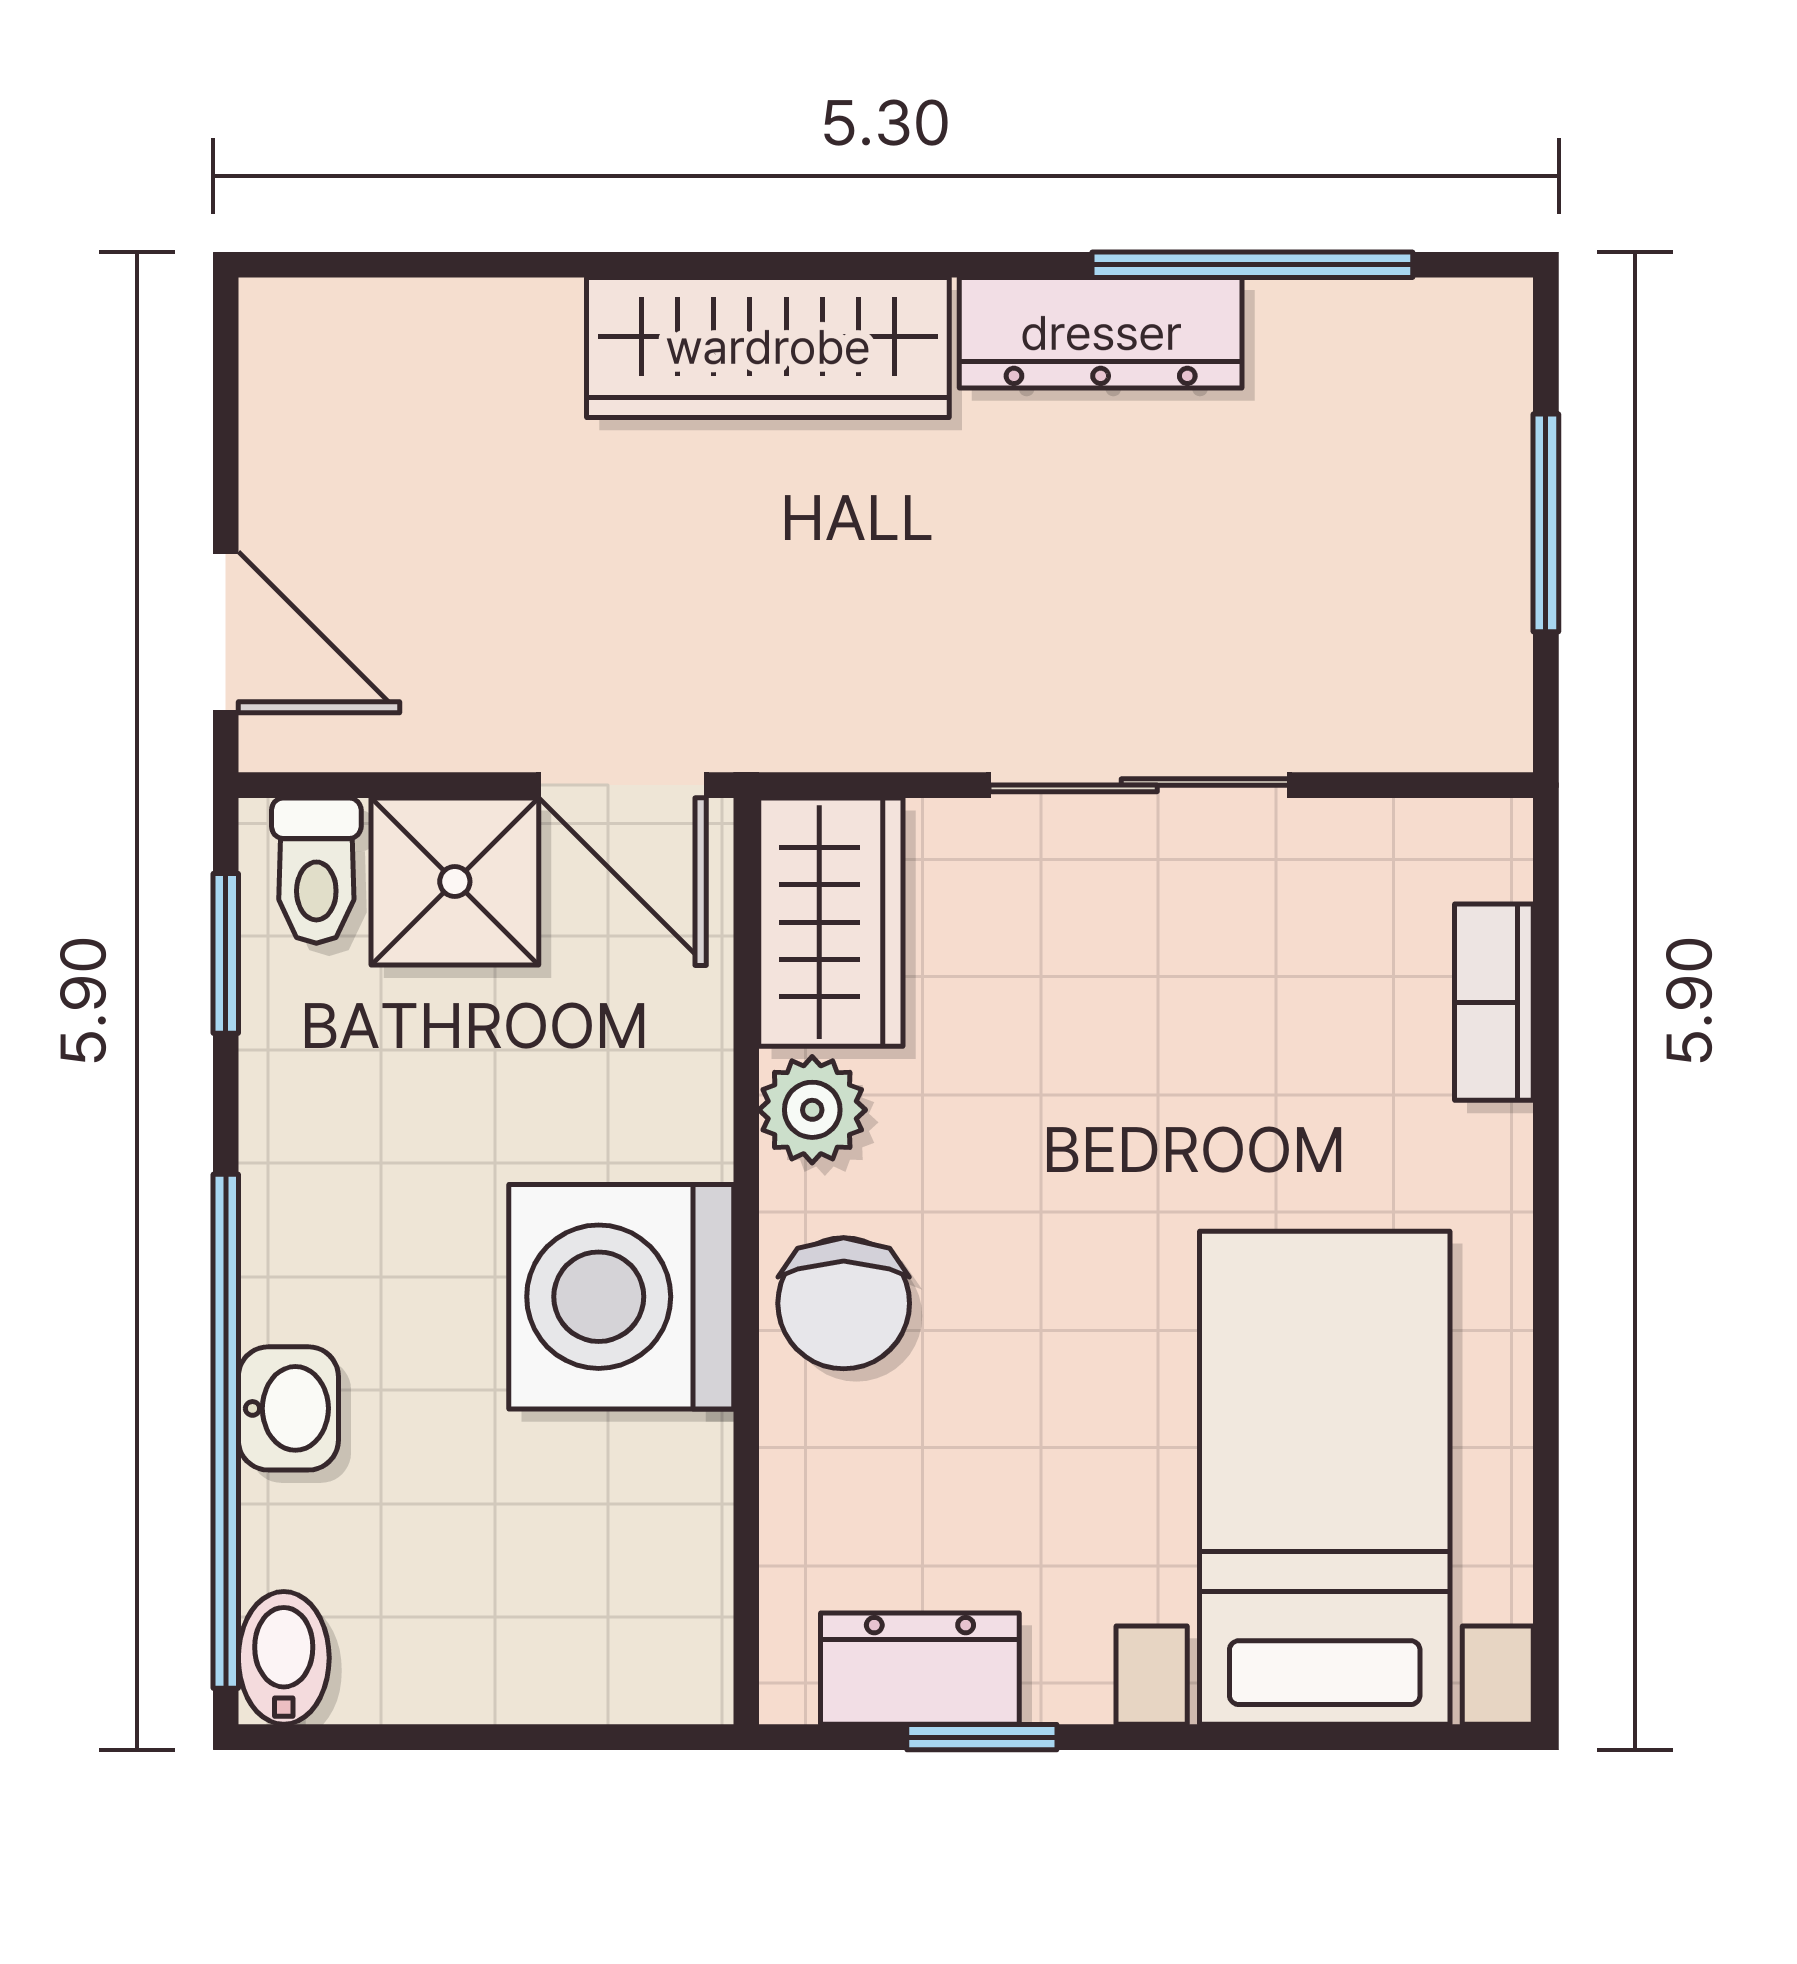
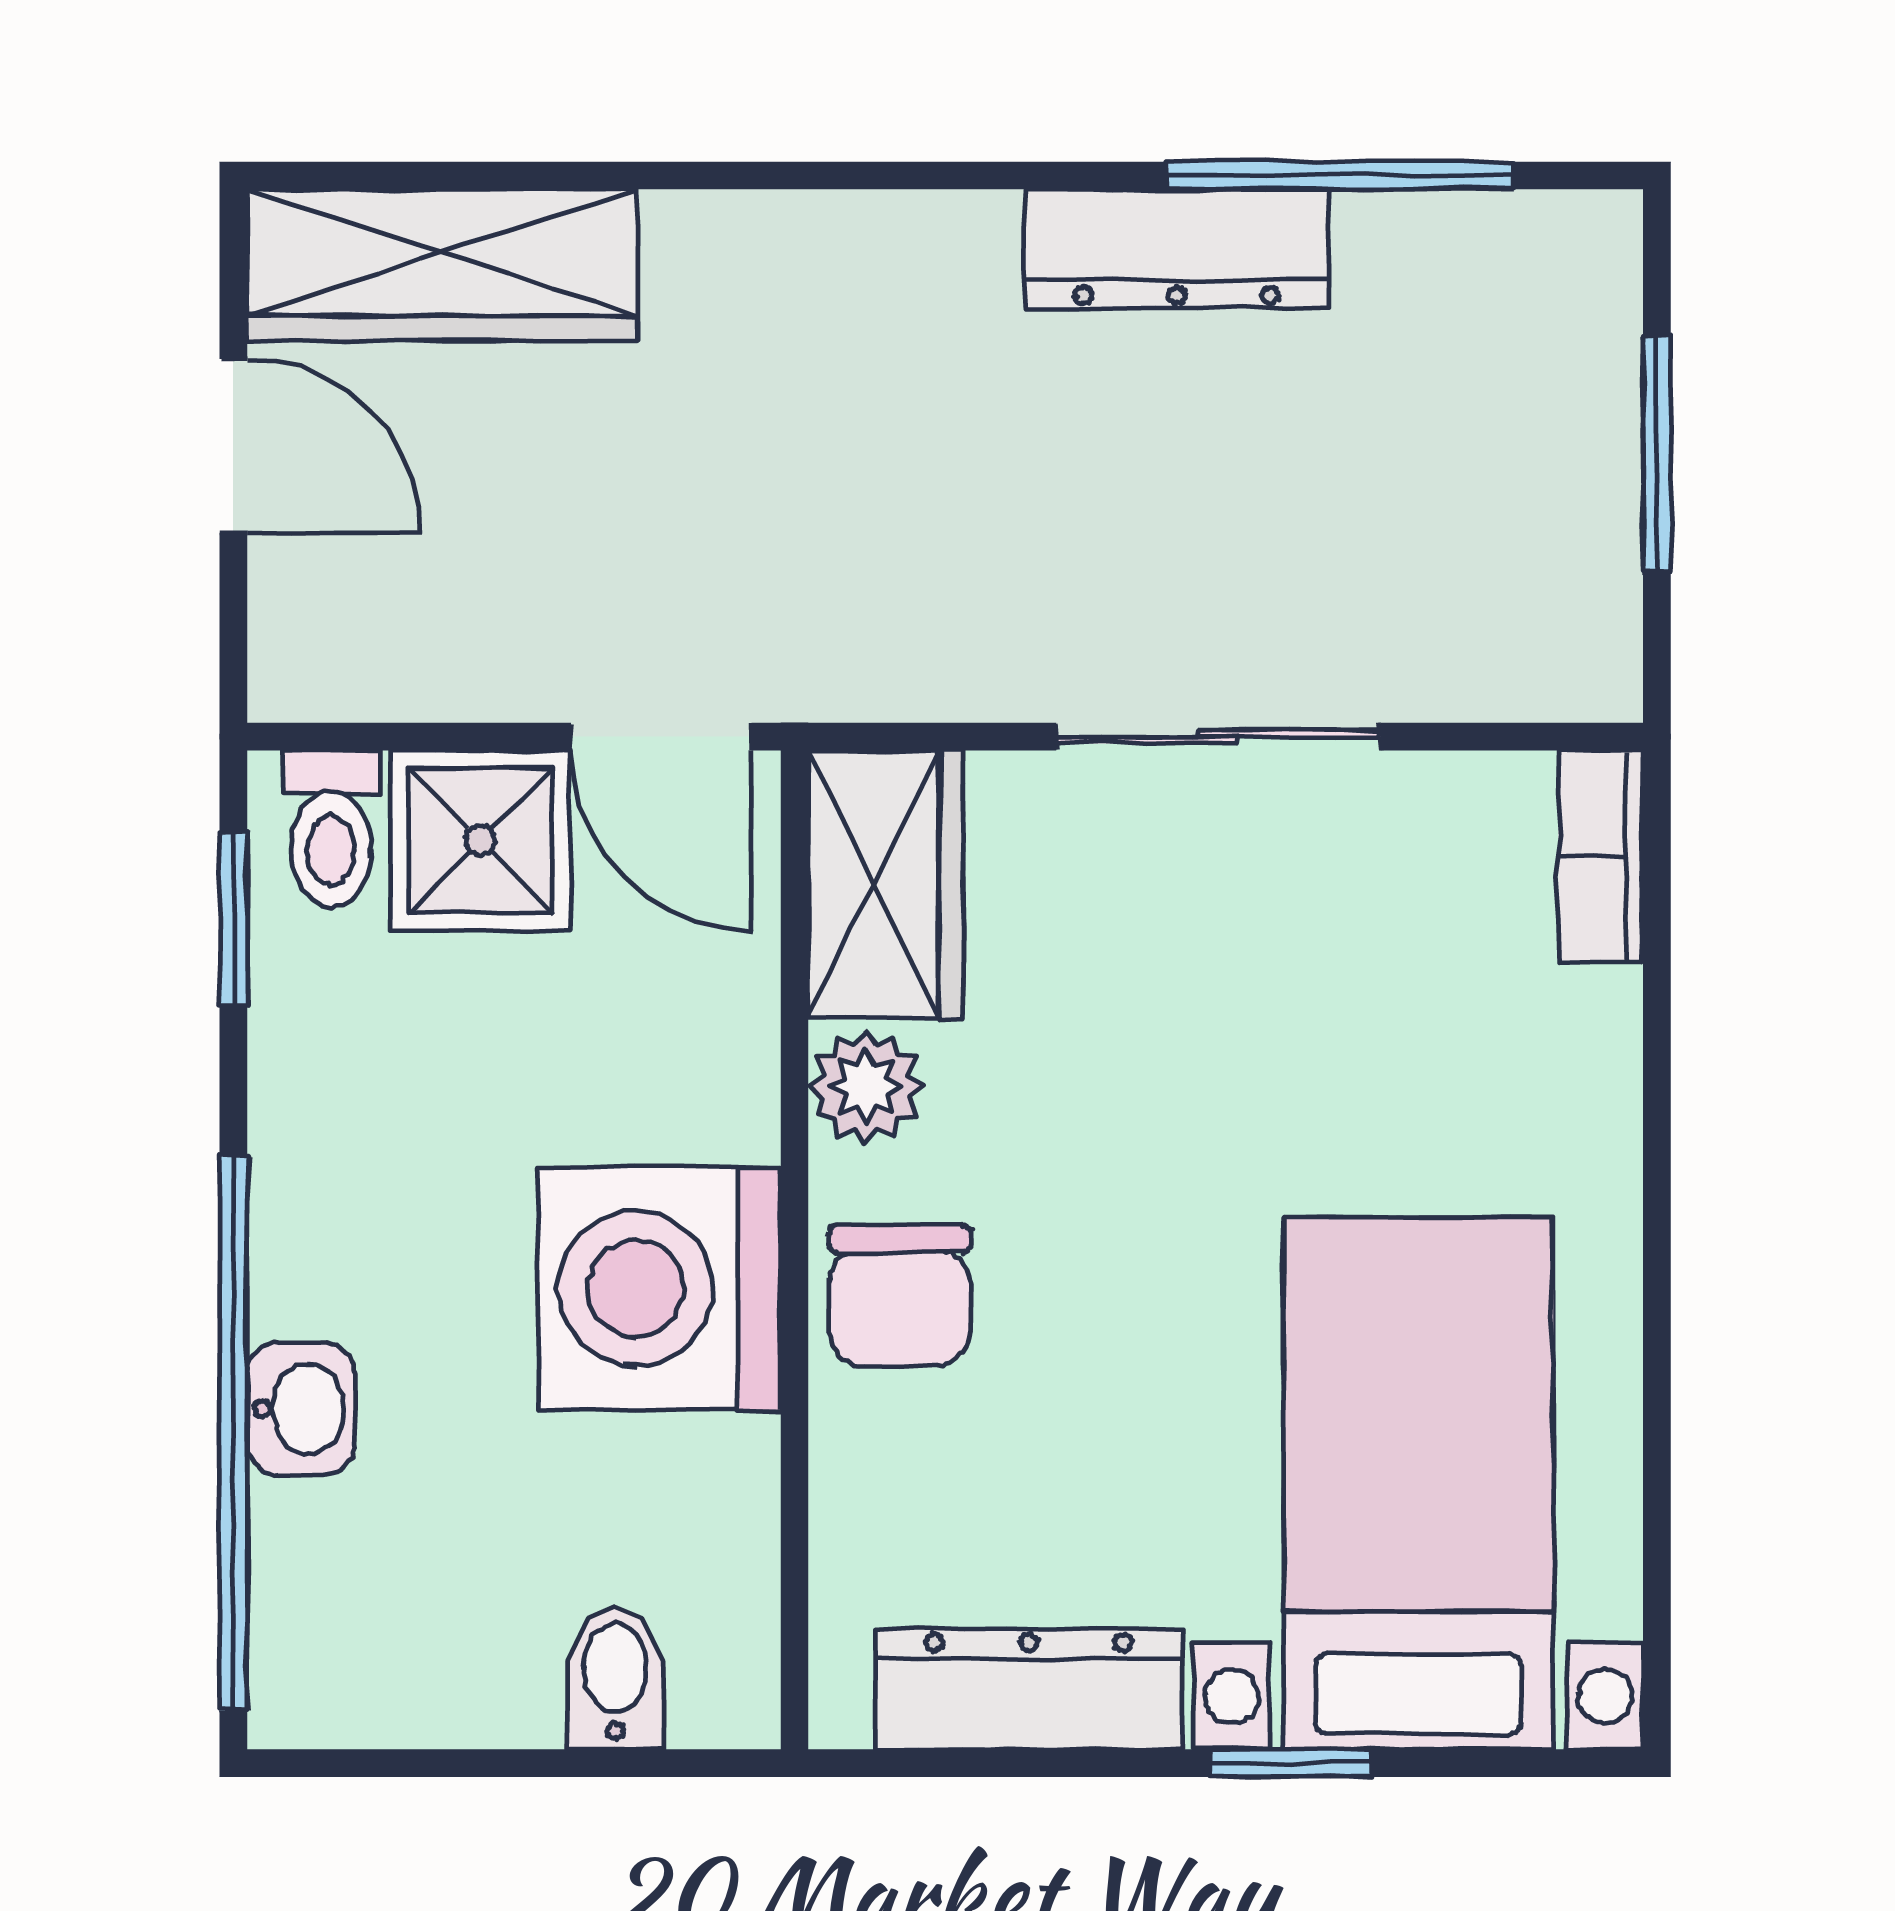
wardrobe: (768, 347) -> (442, 265), moved
door: (226, 632) -> (233, 446), moved
bookcase: (1494, 1002) -> (1601, 856), moved
bidet: (284, 1658) -> (615, 1678), moved
dresser: (920, 1669) -> (1029, 1689), width x1.44
window: (982, 1737) -> (1290, 1763), moved

